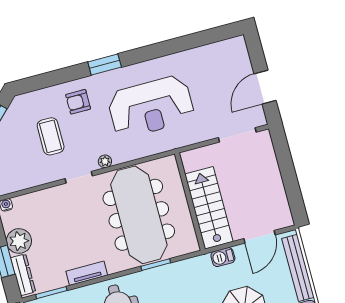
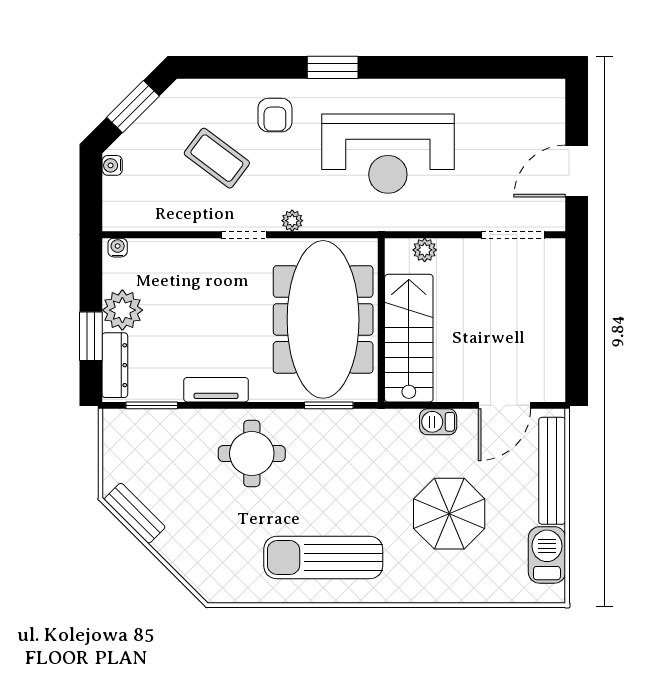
armchair: (78, 102) -> (275, 115), turned -90
coffee table: (51, 136) -> (217, 158), turned -53
plant: (188, 158) -> (425, 250), added
wall: (190, 201) -> (381, 320), moved
stairs: (209, 208) -> (409, 338), moved

